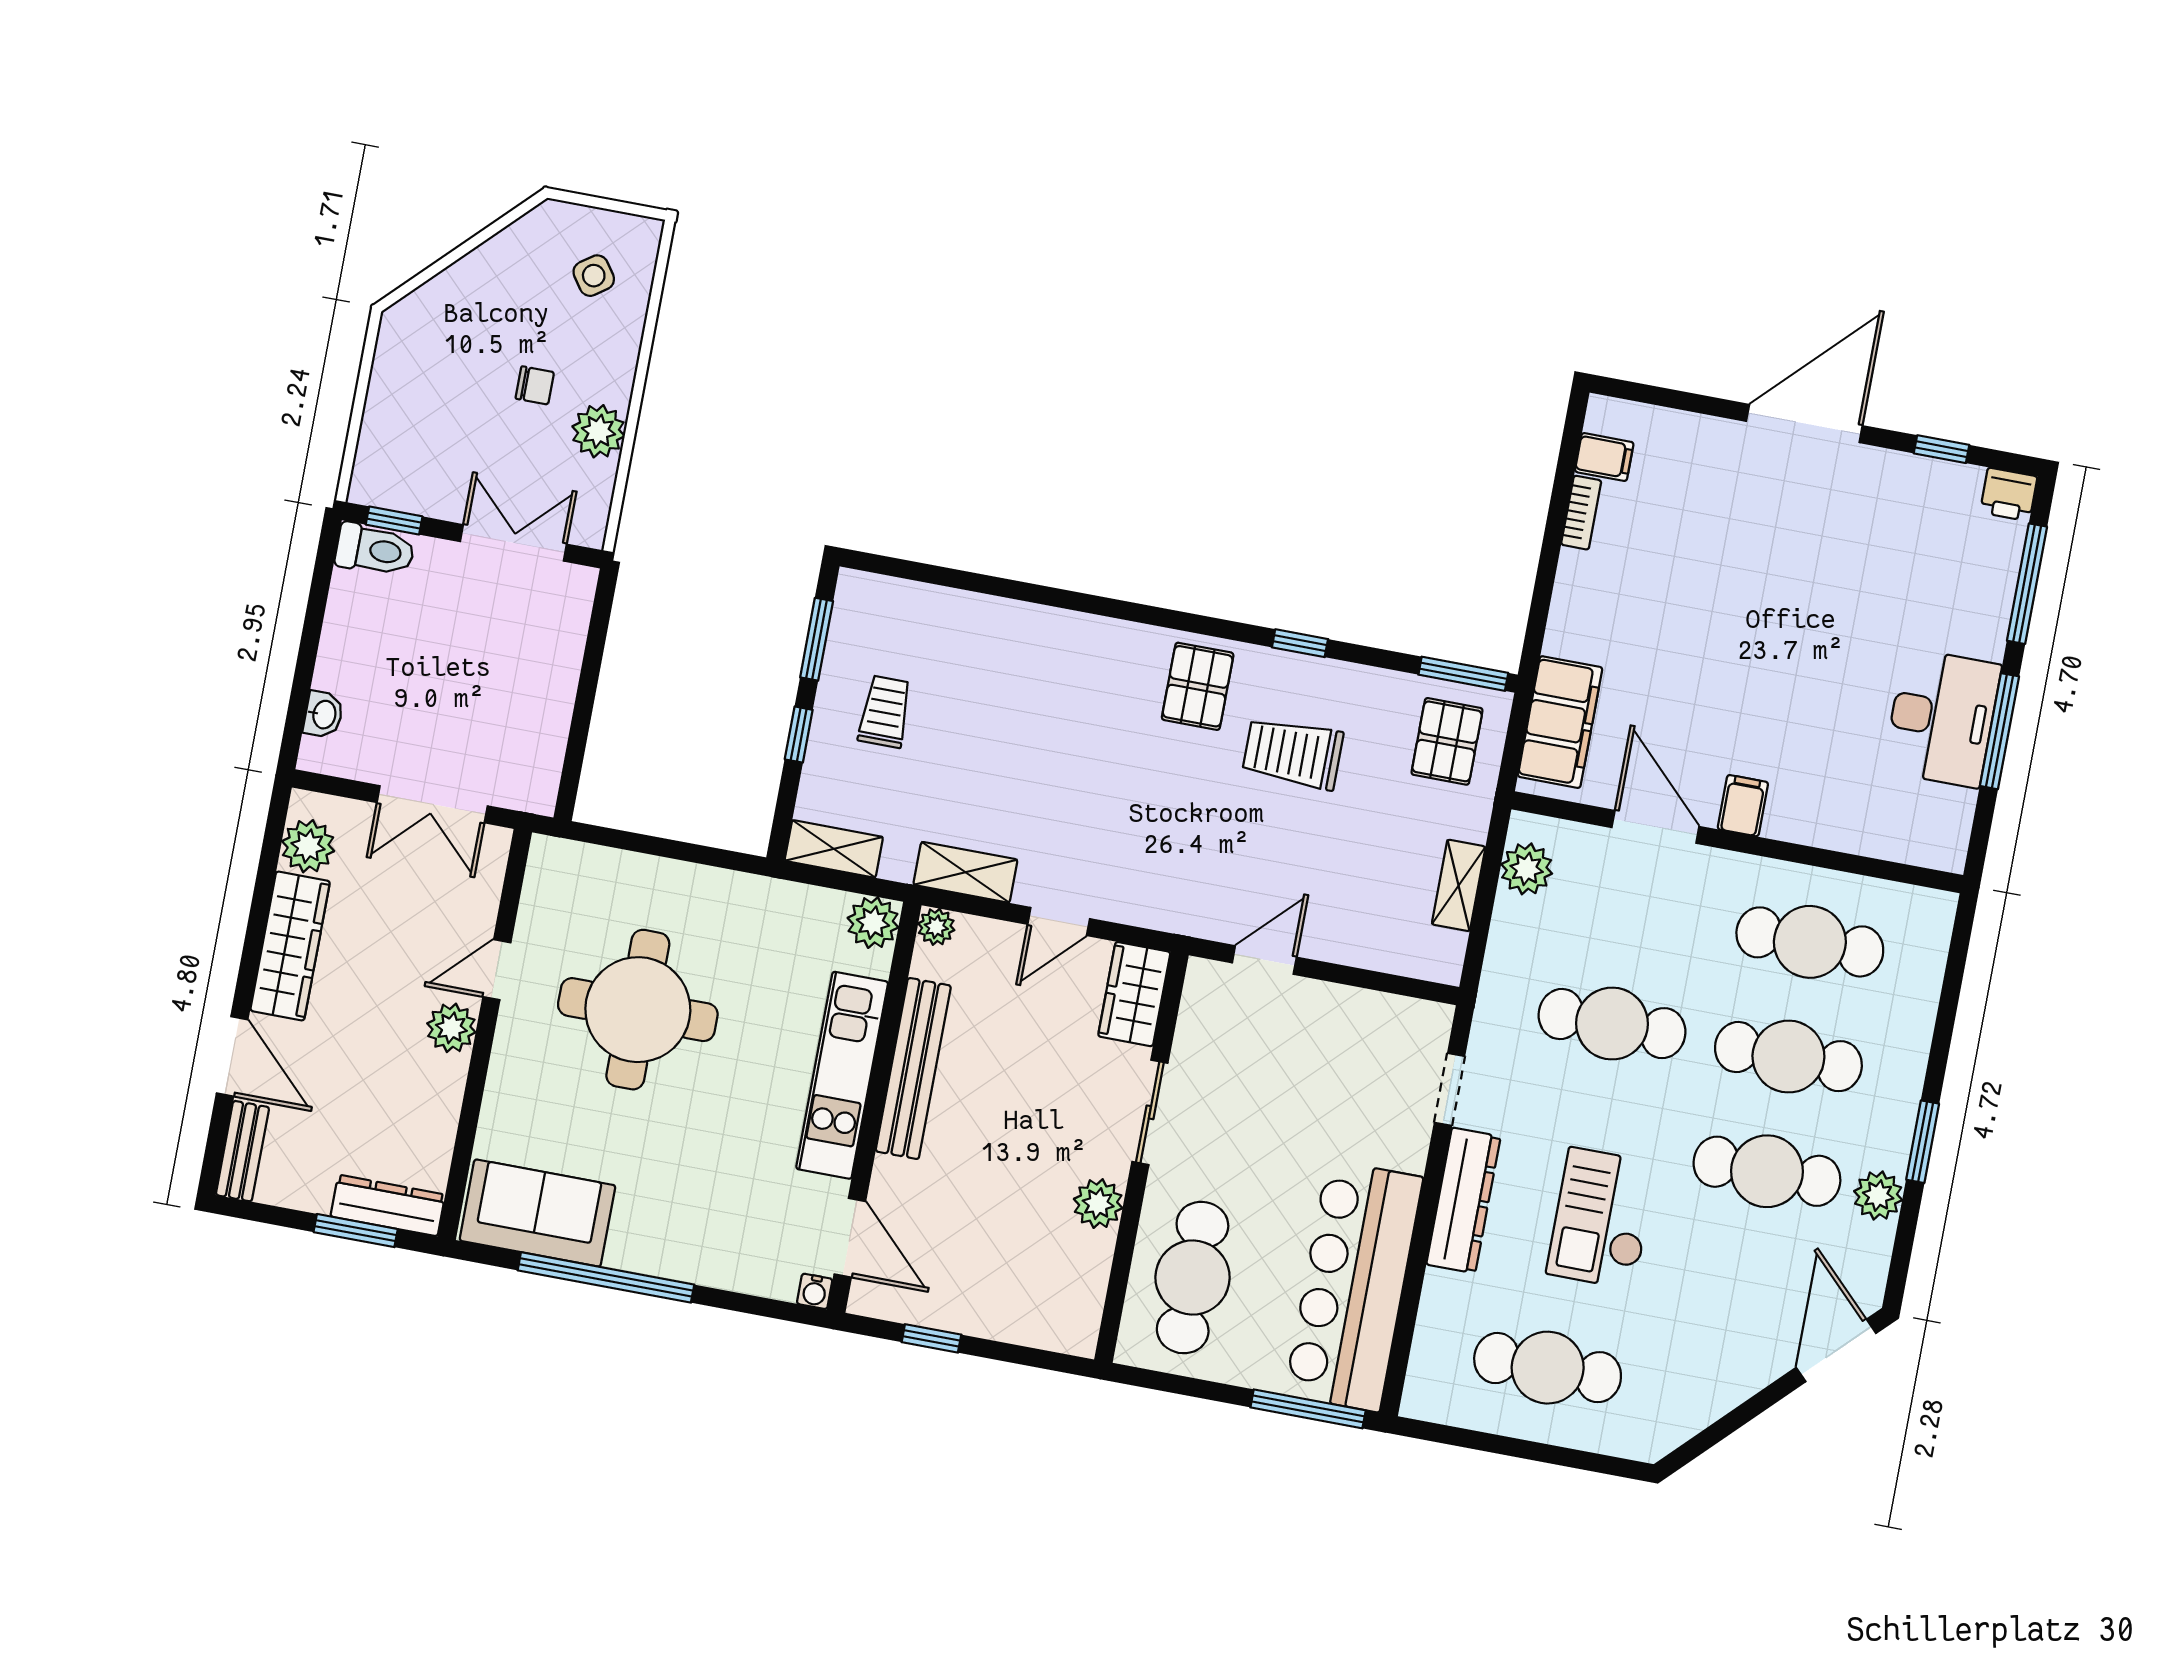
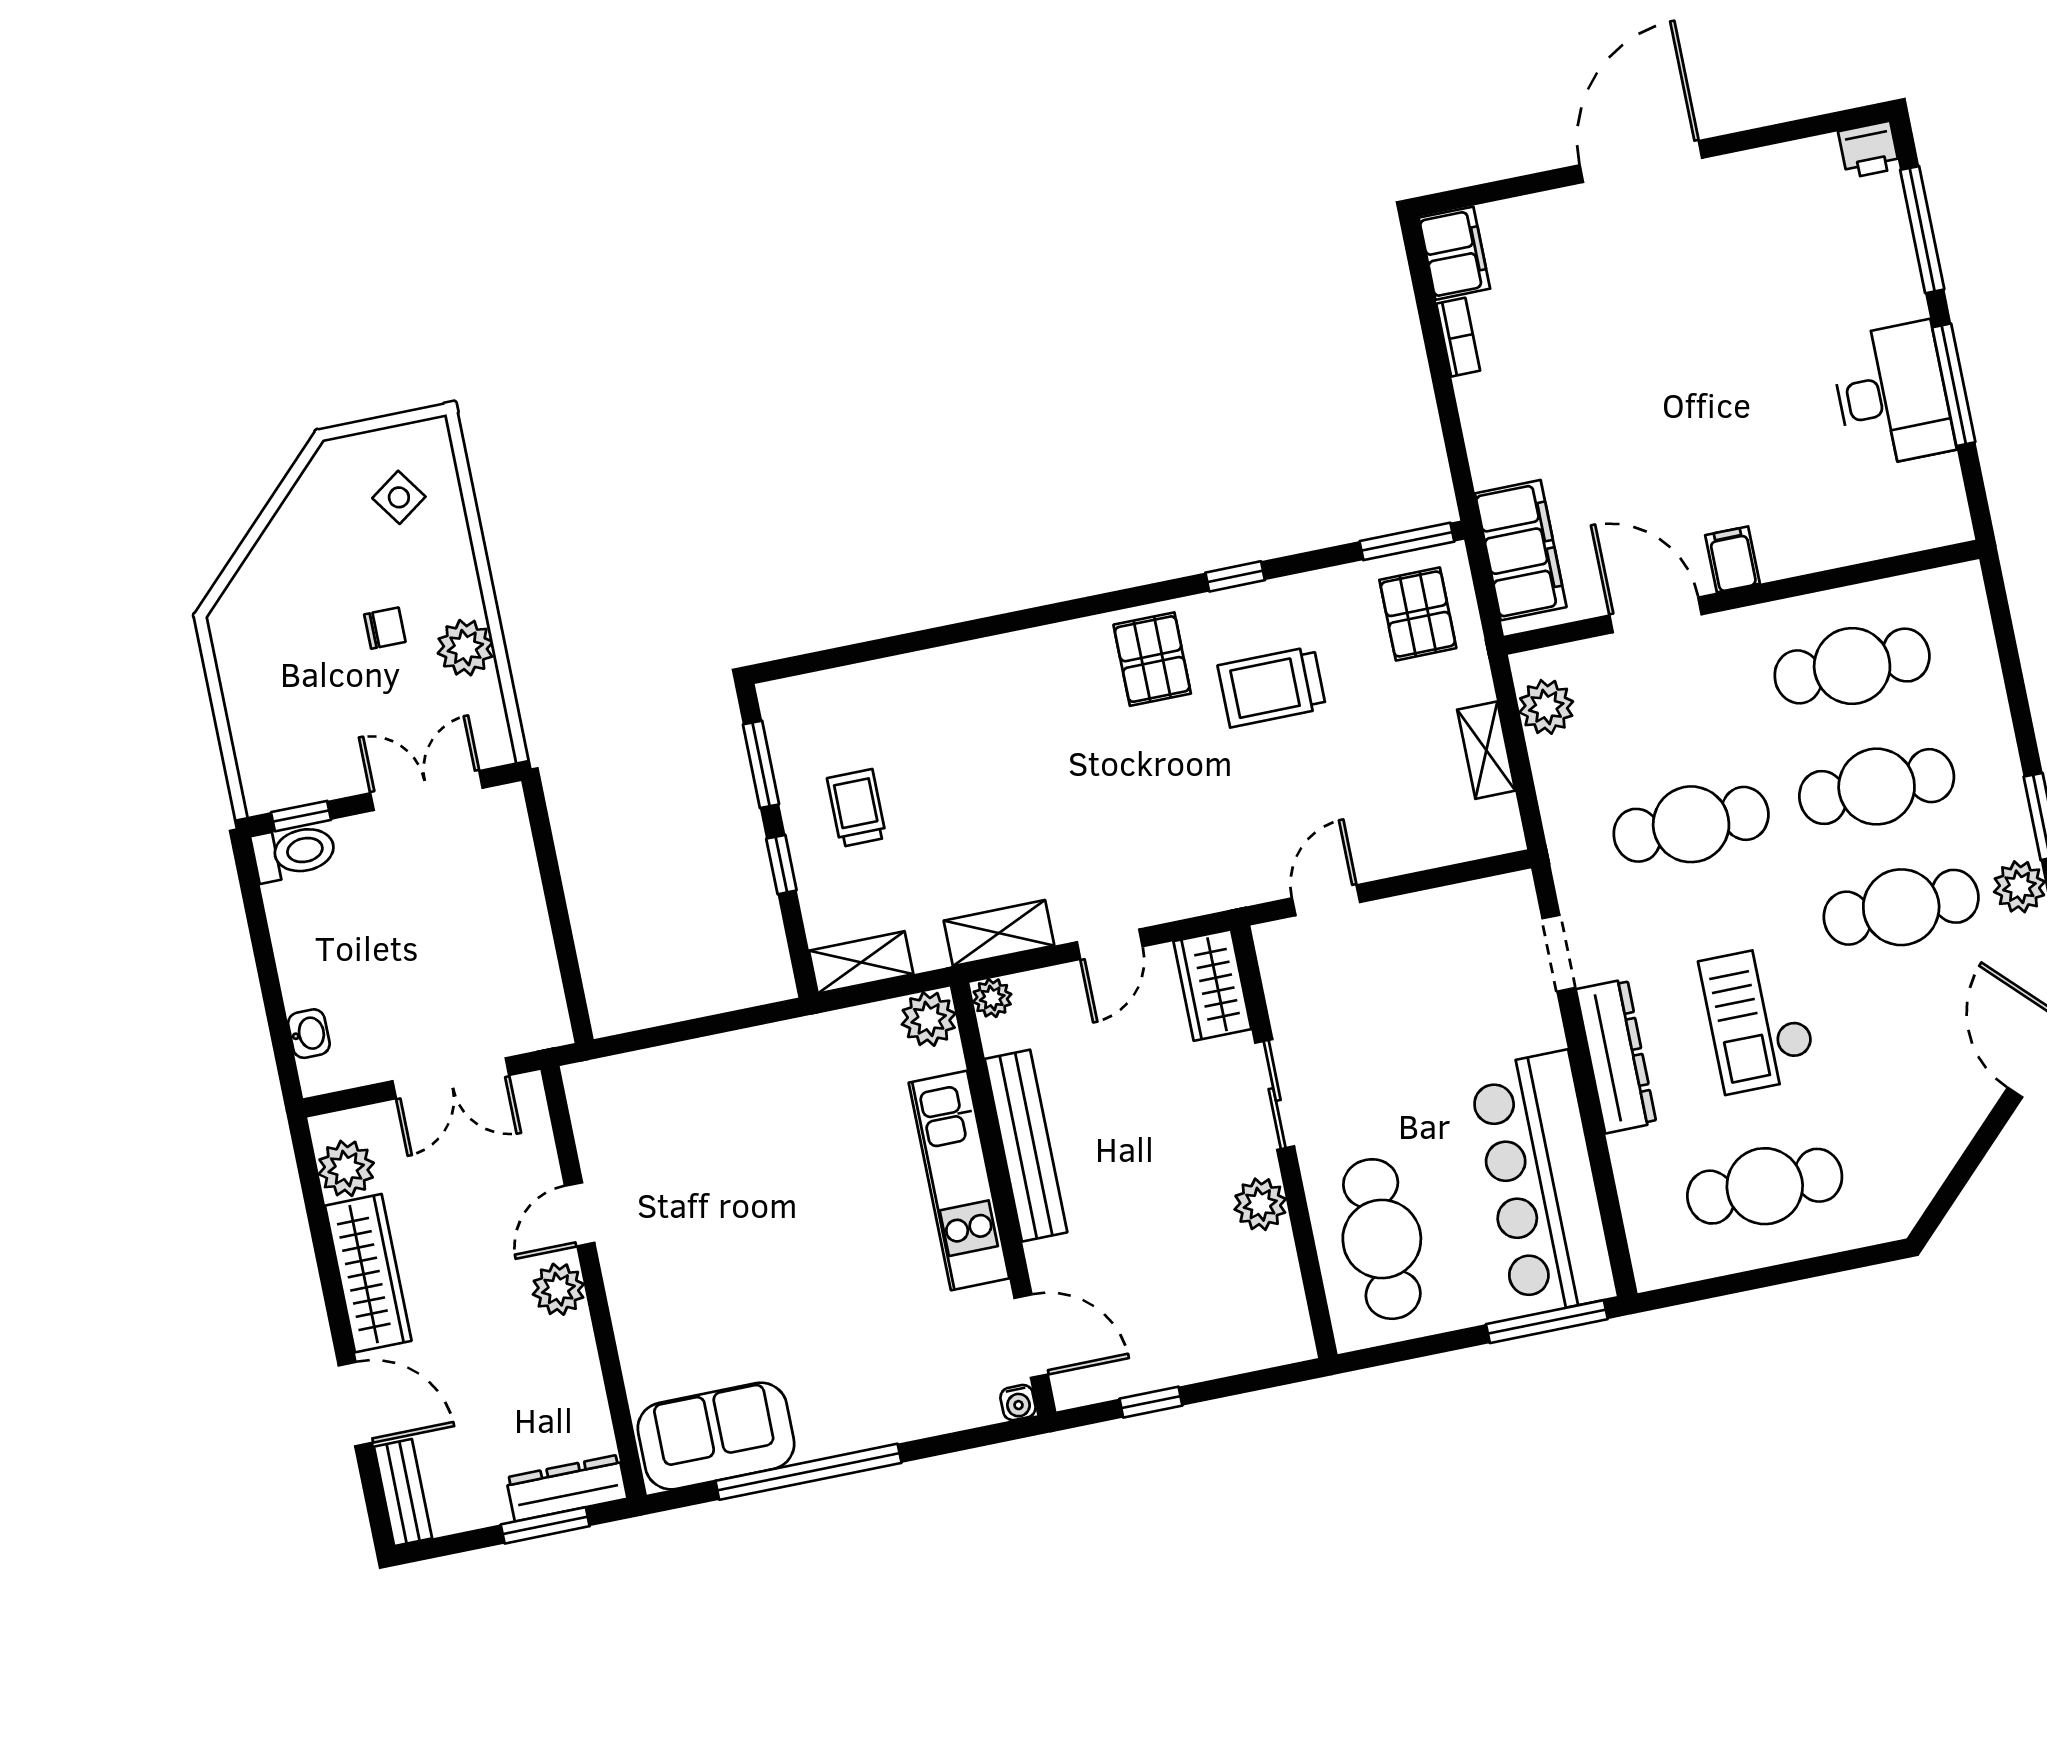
window: (1942, 449) -> (1785, 132), removed
filing cabinet: (1604, 457) -> (1454, 253), width x2.00
round table: (638, 1010) -> (733, 1197), removed

